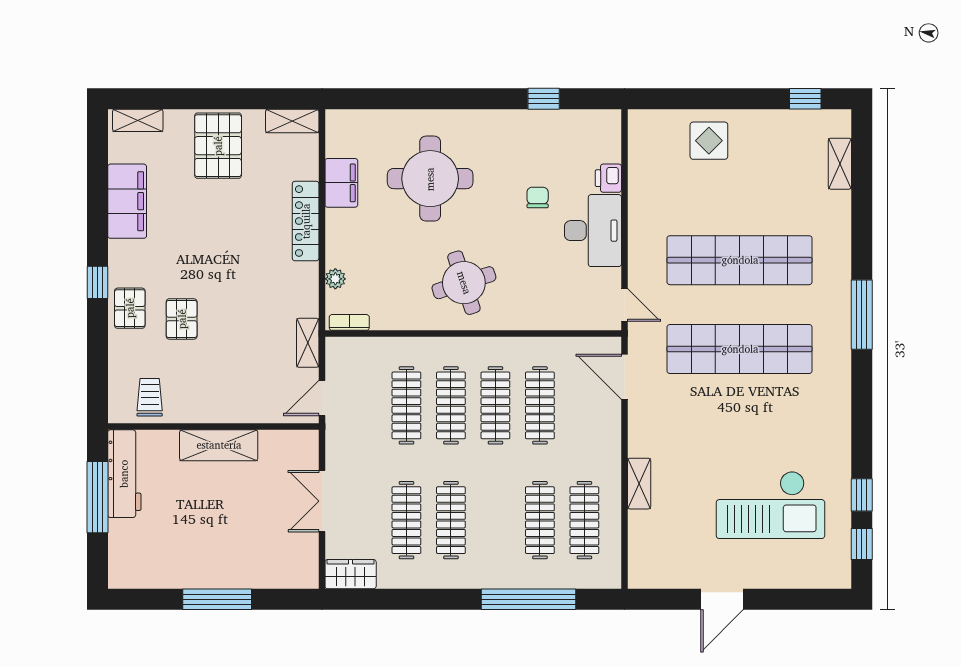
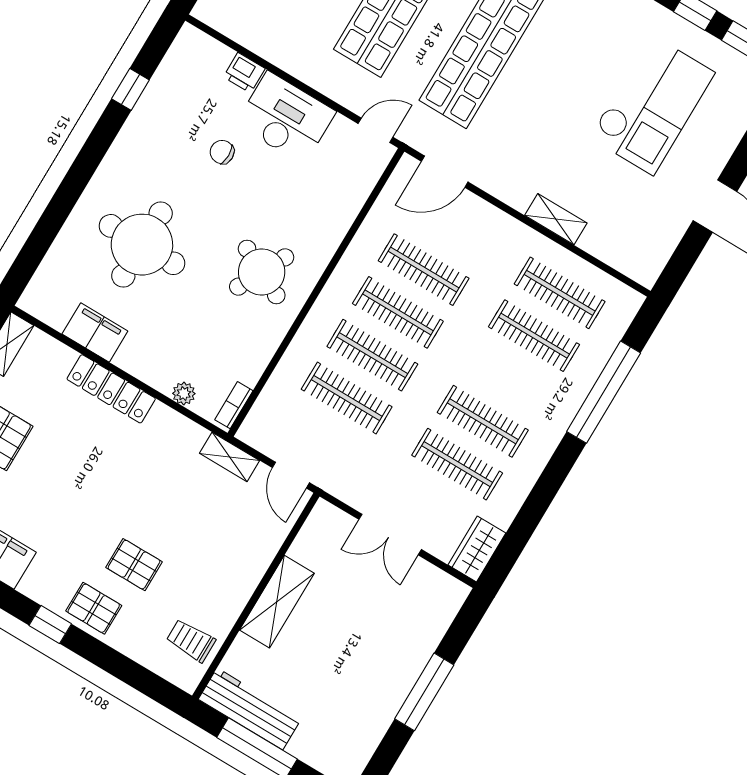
round table: (464, 283) -> (262, 272), turned 45

